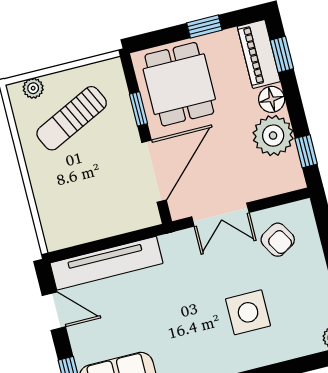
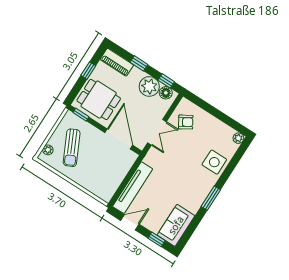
window: (282, 54) -> (139, 63), moved
floor lamp: (272, 99) -> (166, 93), moved
window: (138, 109) -> (81, 115), moved
side table: (248, 312) -> (214, 162), moved

